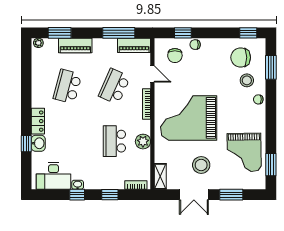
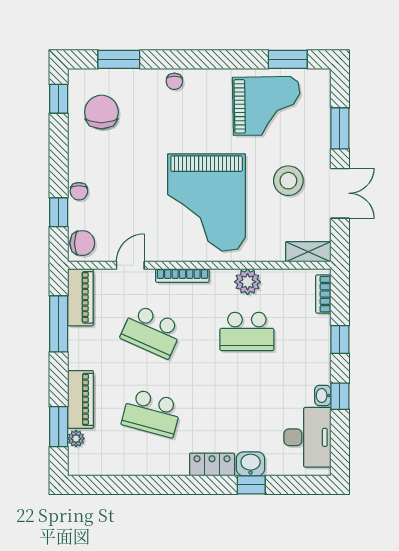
plant: (38, 43) -> (76, 439), moved
chair: (175, 55) -> (82, 243), moved
chair: (241, 57) -> (101, 112), turned 180
stool: (247, 80) -> (141, 101), removed

